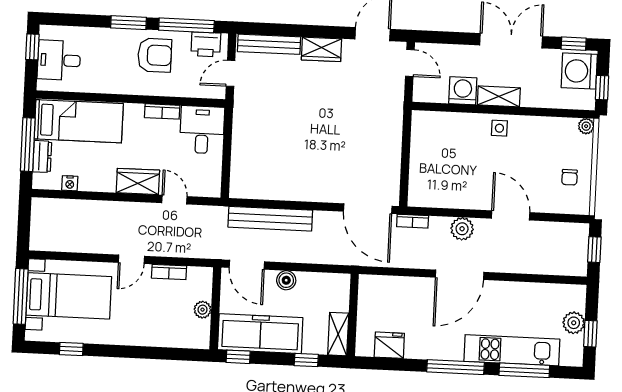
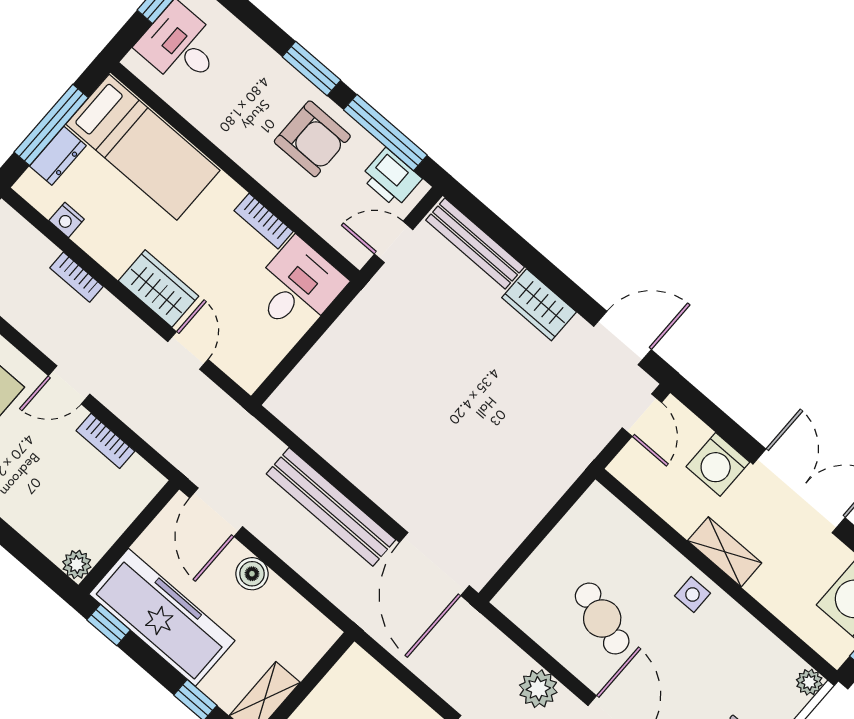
washing machine: (463, 91) -> (718, 464), moved, turned 180
cafe table: (466, 173) -> (602, 619), added
bench: (270, 219) -> (331, 507), moved
bookcase: (413, 221) -> (77, 277), moved
plant: (203, 310) -> (77, 564), moved

